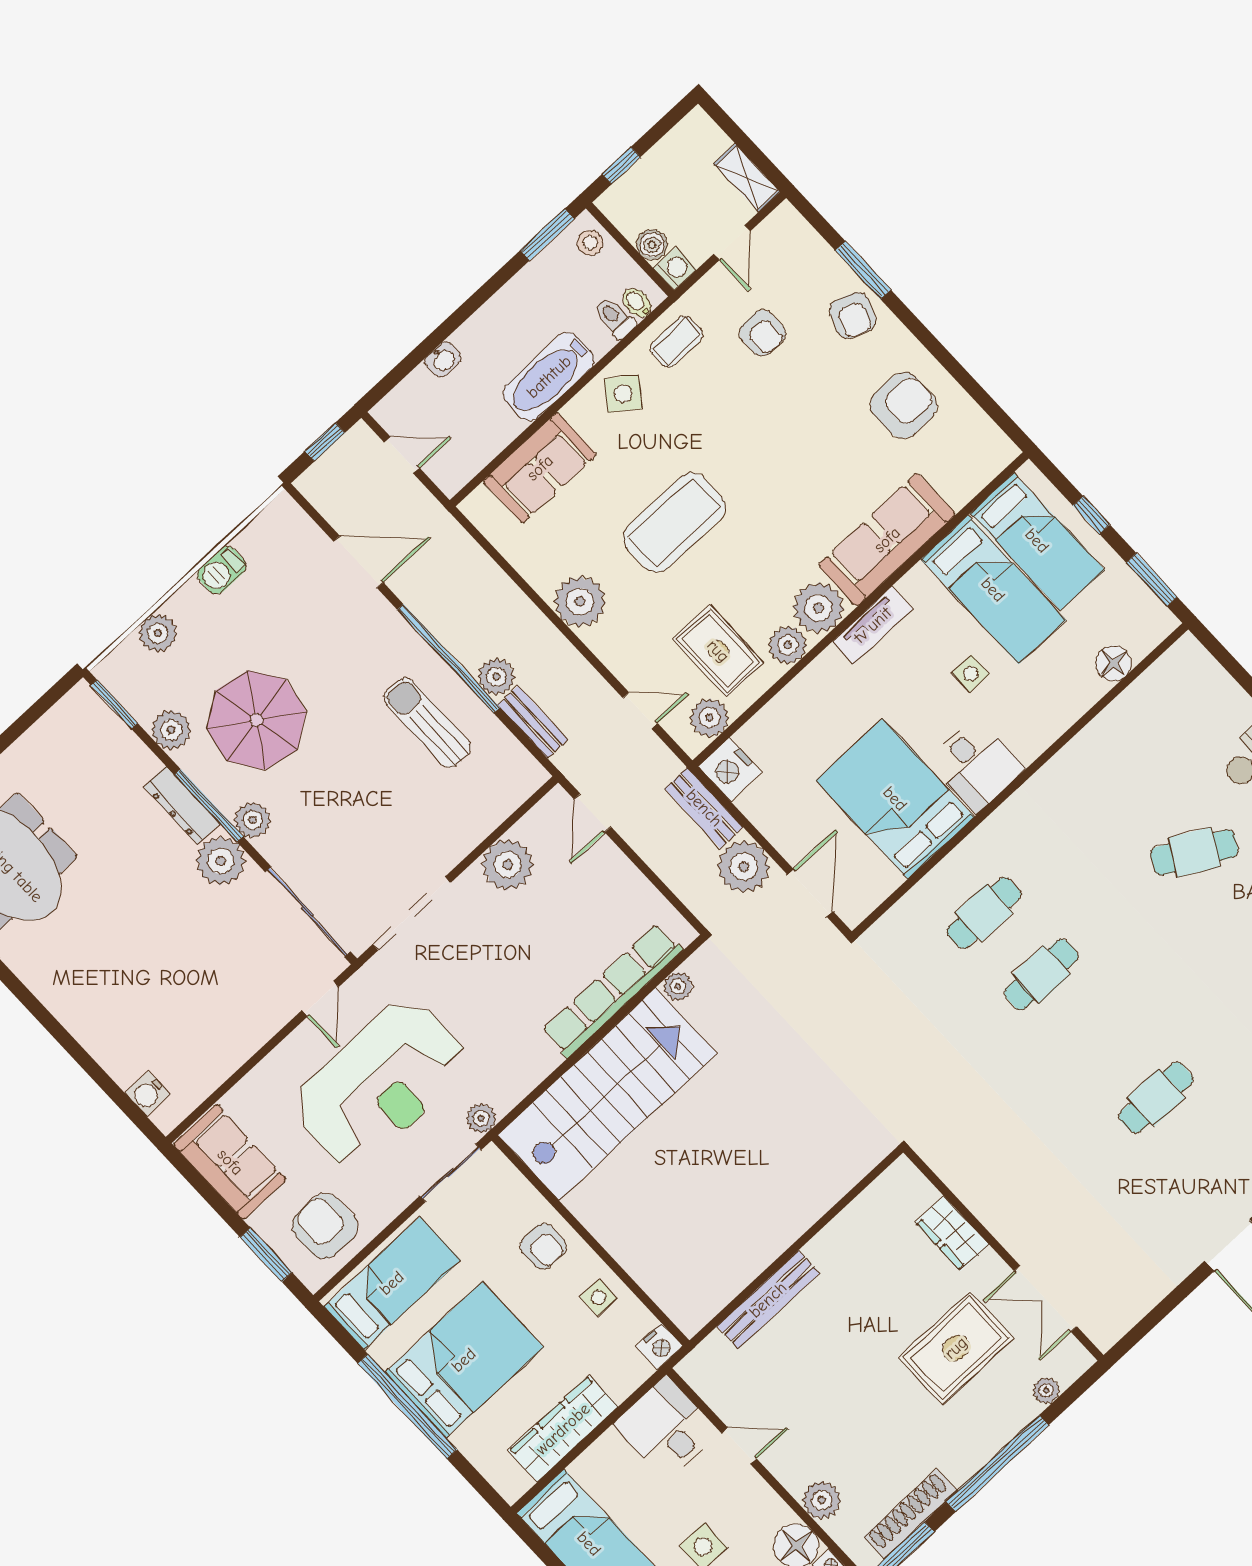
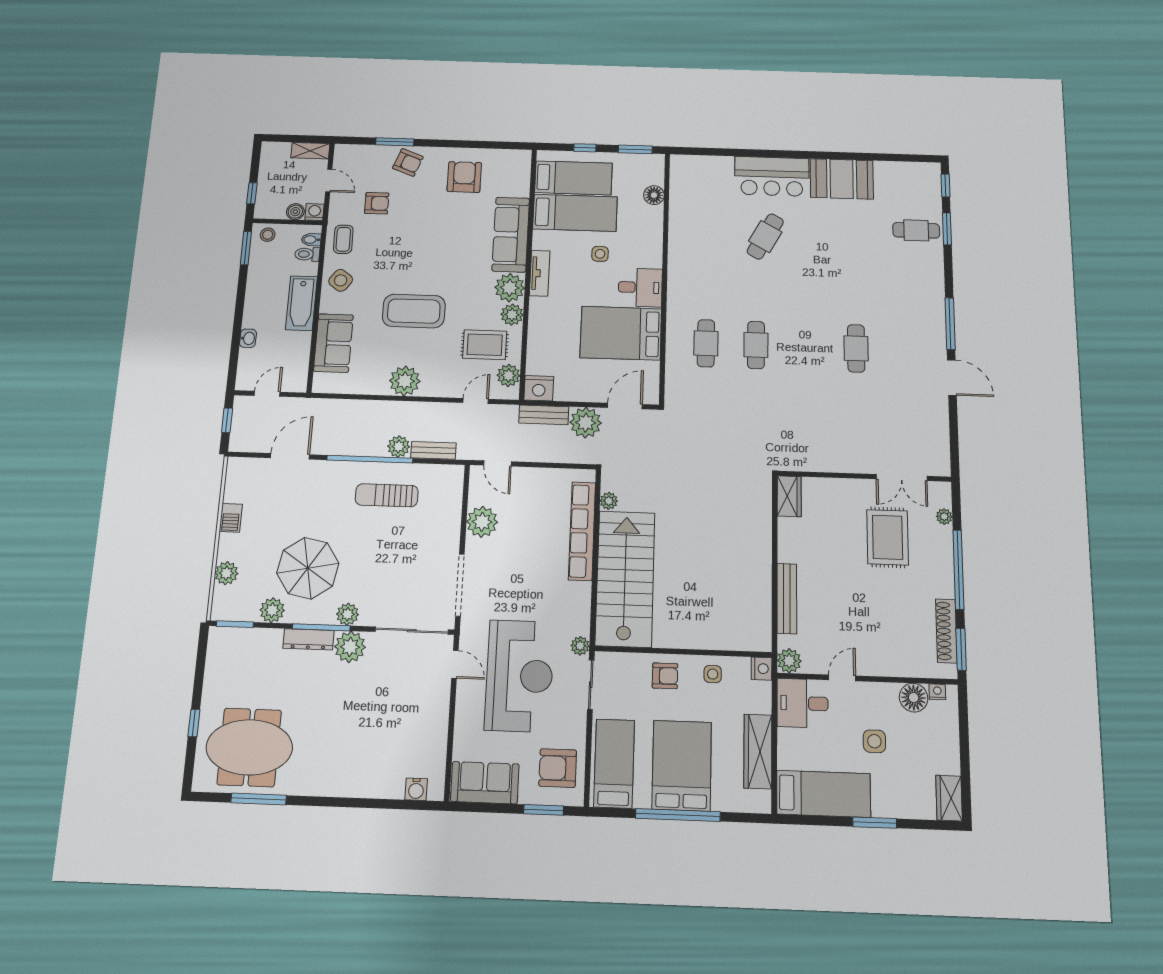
coffee table: (674, 523) -> (414, 311), turned 90
door: (810, 893) -> (625, 406), hinge flipped
wardrobe: (952, 1233) -> (789, 496), moved, turned -90
plant: (822, 1500) -> (789, 661), moved

